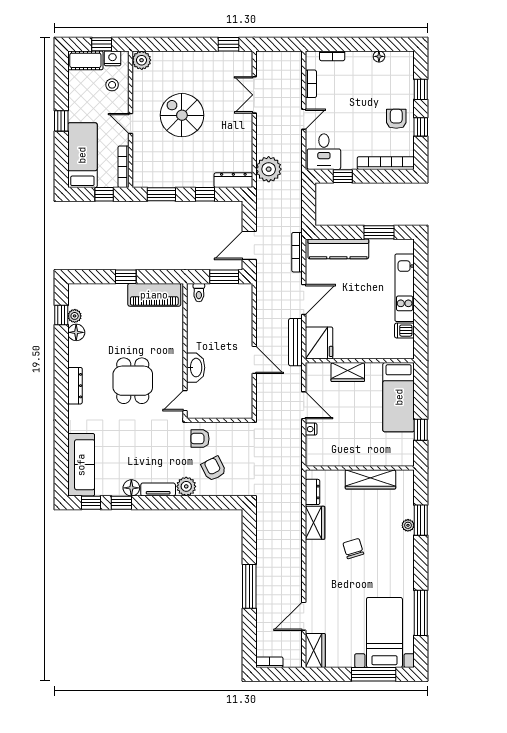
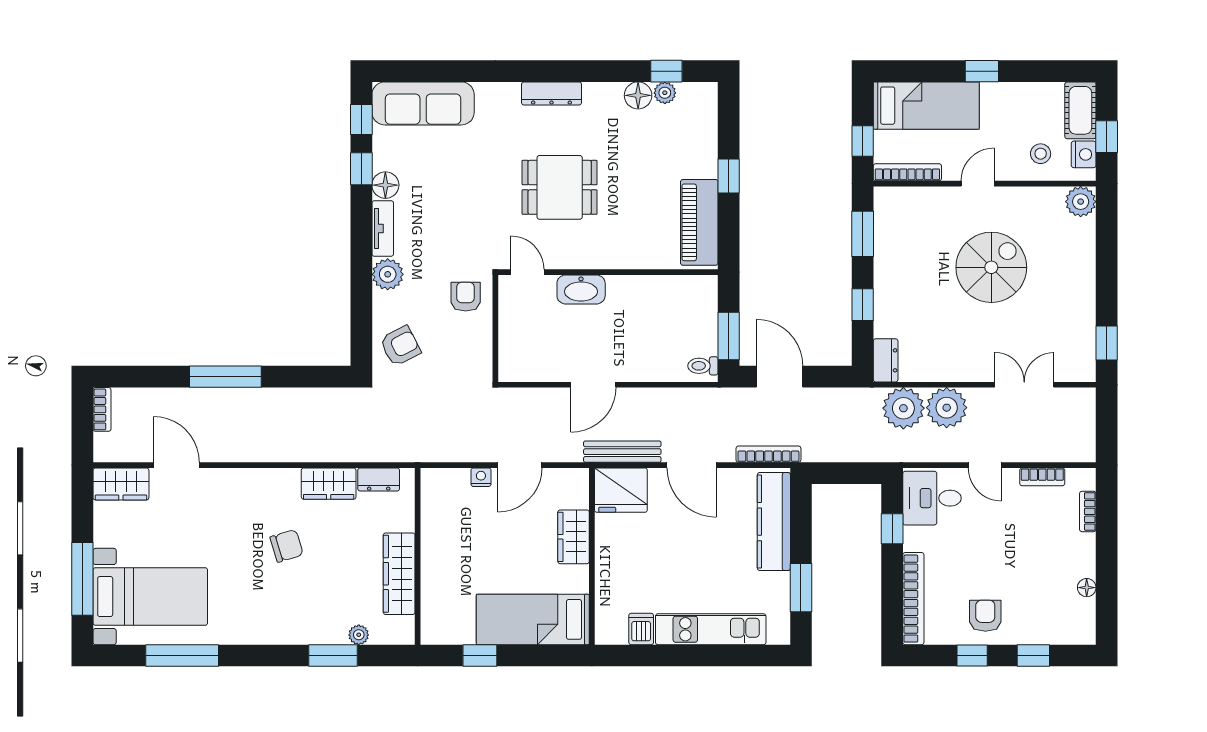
armchair: (396, 119) -> (985, 616), turned -90
plant: (268, 143) -> (947, 408), added
dresser: (233, 180) -> (886, 360), width x0.70
toilet: (199, 293) -> (703, 366), moved
armchair: (214, 469) -> (400, 346), moved
plant: (408, 525) -> (359, 635), moved

